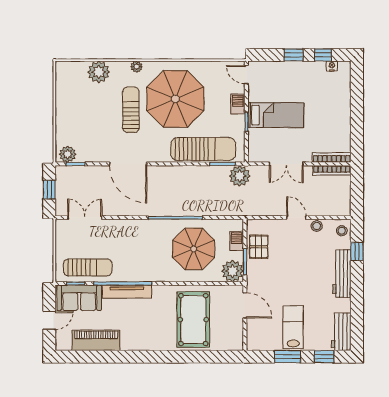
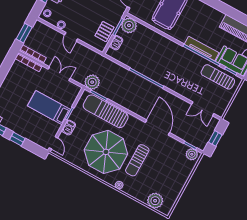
plant: (99, 72) -> (155, 201), moved
window: (357, 190) -> (24, 33), added
parasol: (194, 249) -> (146, 52), removed

